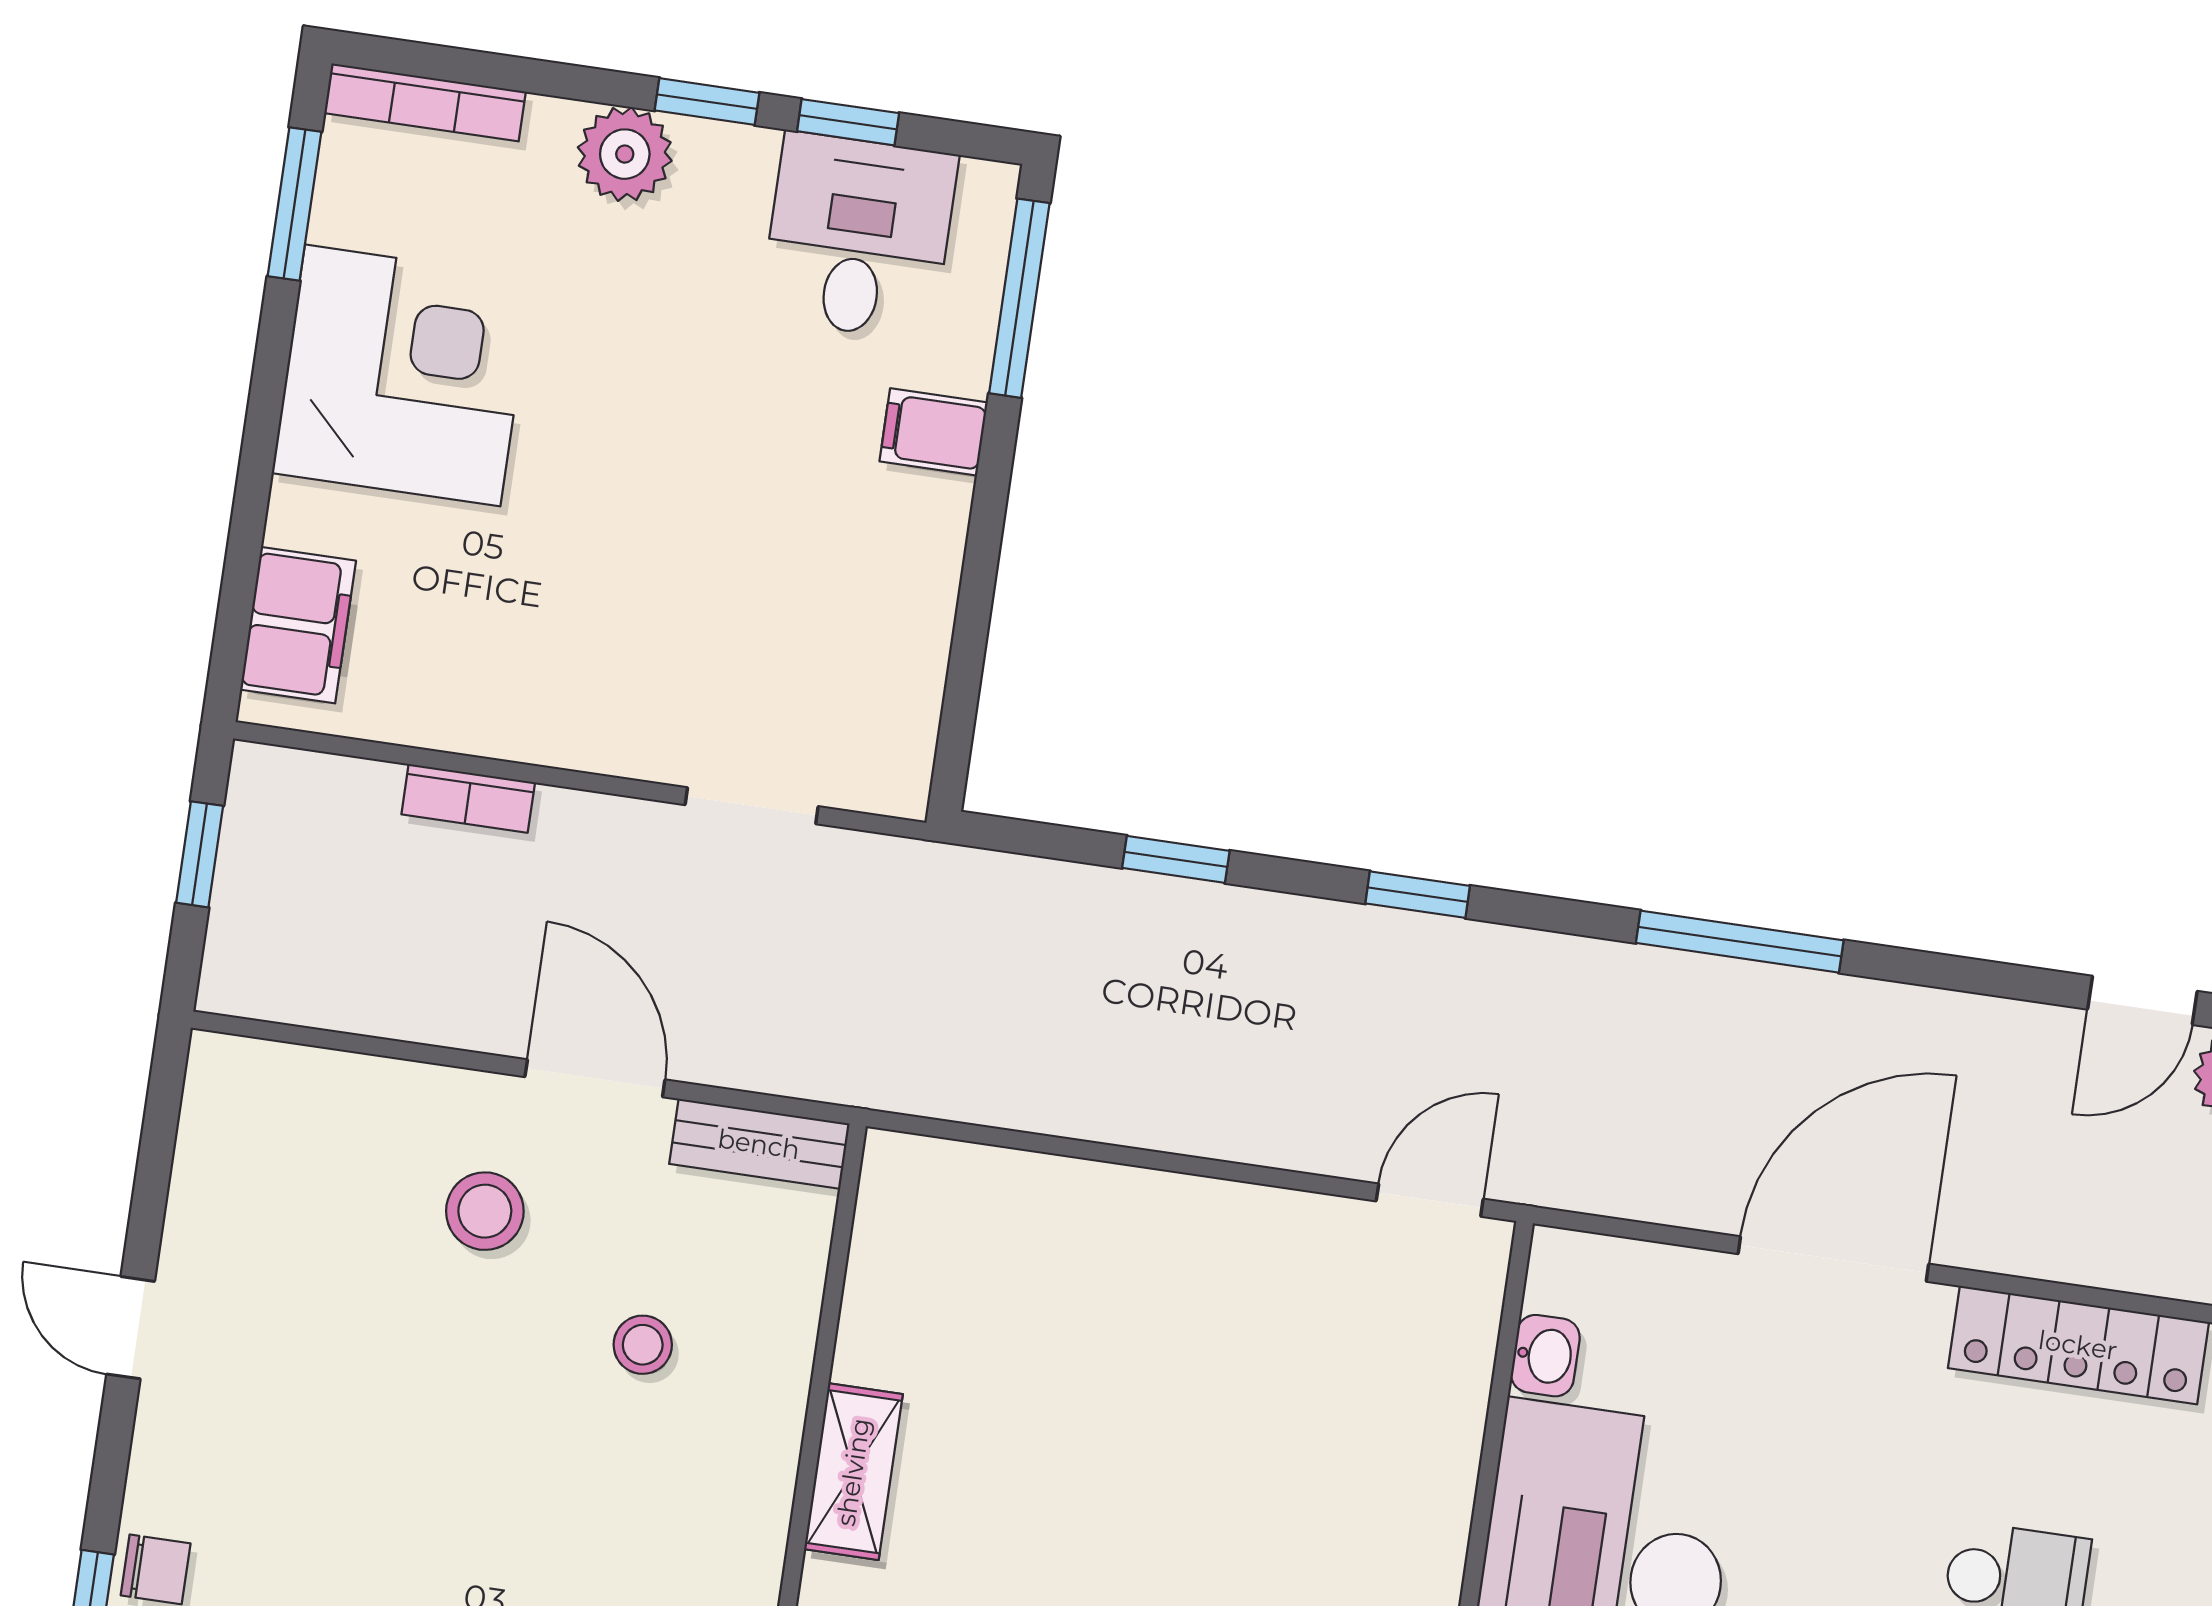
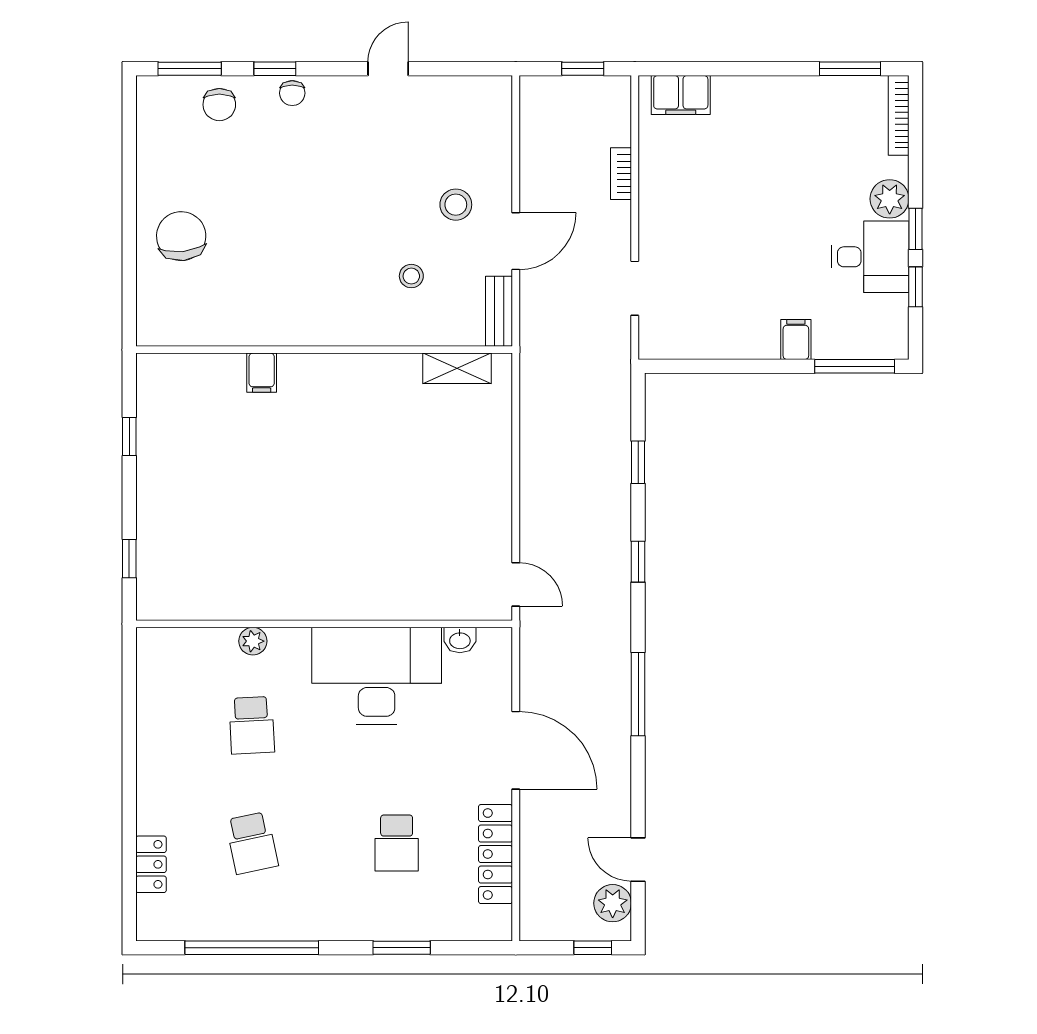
desk: (859, 236) -> (870, 257), moved
corner desk: (403, 375) -> (787, 122), removed
shelving: (853, 1472) -> (457, 368), moved

